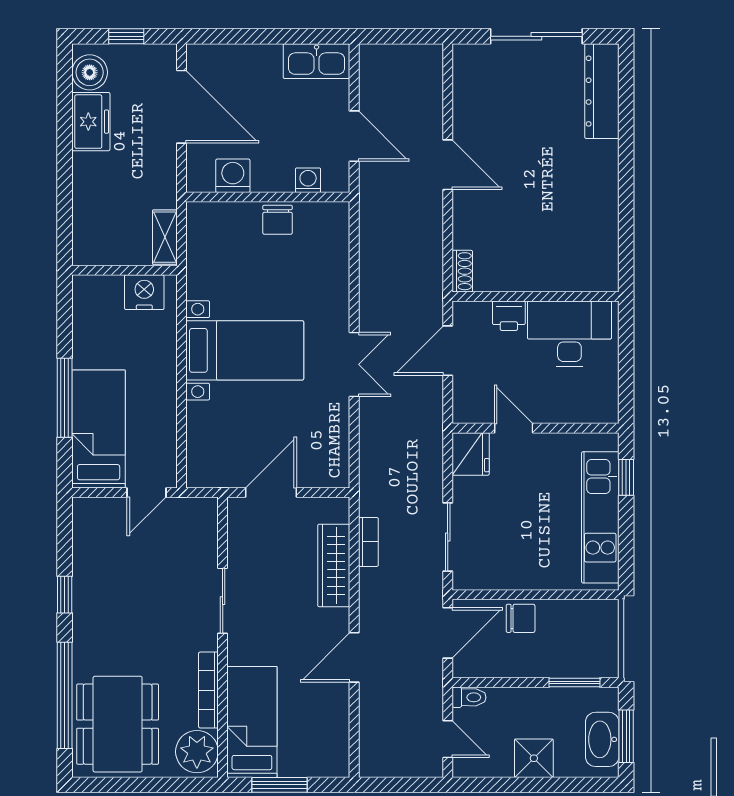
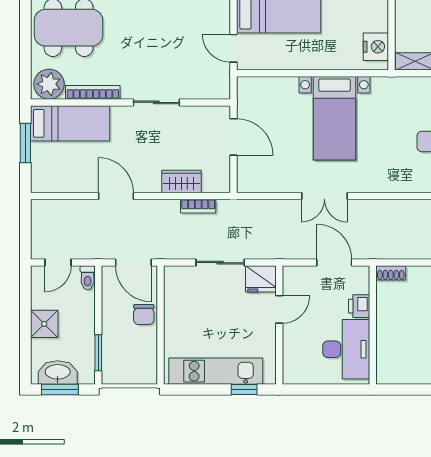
sliding door: (448, 537) -> (220, 263), moved
wardrobe: (334, 565) -> (181, 182), width x0.67

